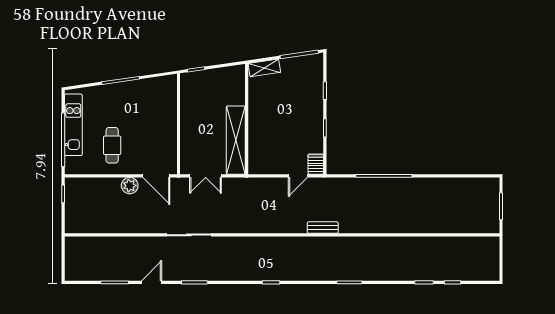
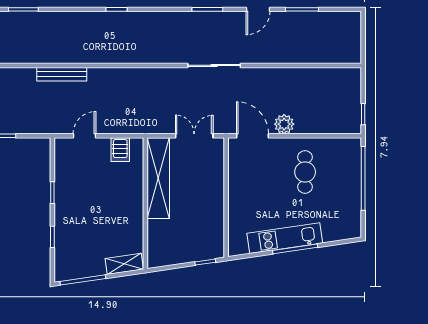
kitchen unit: (73, 125) -> (285, 238), moved, turned 82
server rack: (316, 164) -> (120, 150), moved
bench: (323, 228) -> (62, 74), width x1.36

